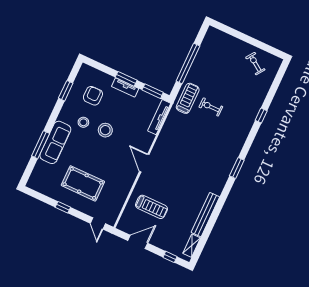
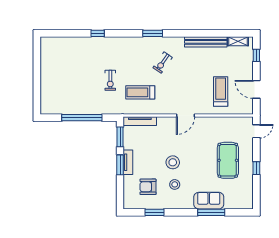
exercise bike: (255, 64) -> (163, 63), moved
treadmill: (188, 98) -> (140, 92), moved
sofa: (55, 142) -> (209, 201), width x0.73

